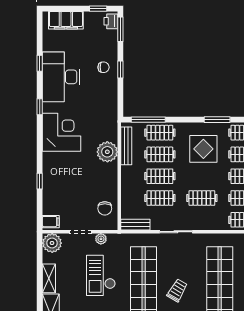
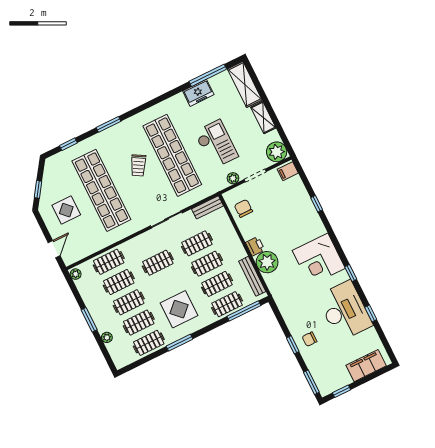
printer: (111, 21) -> (255, 246), moved

